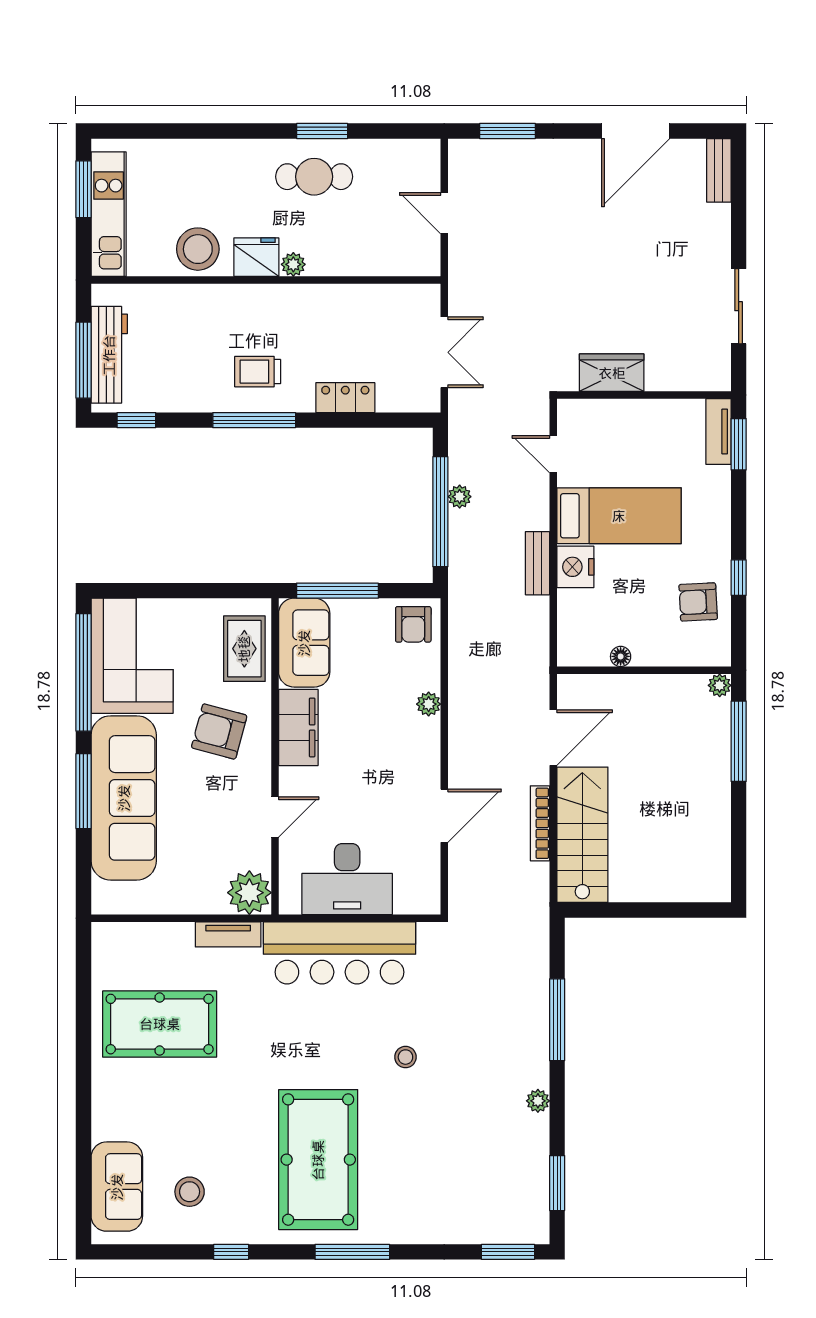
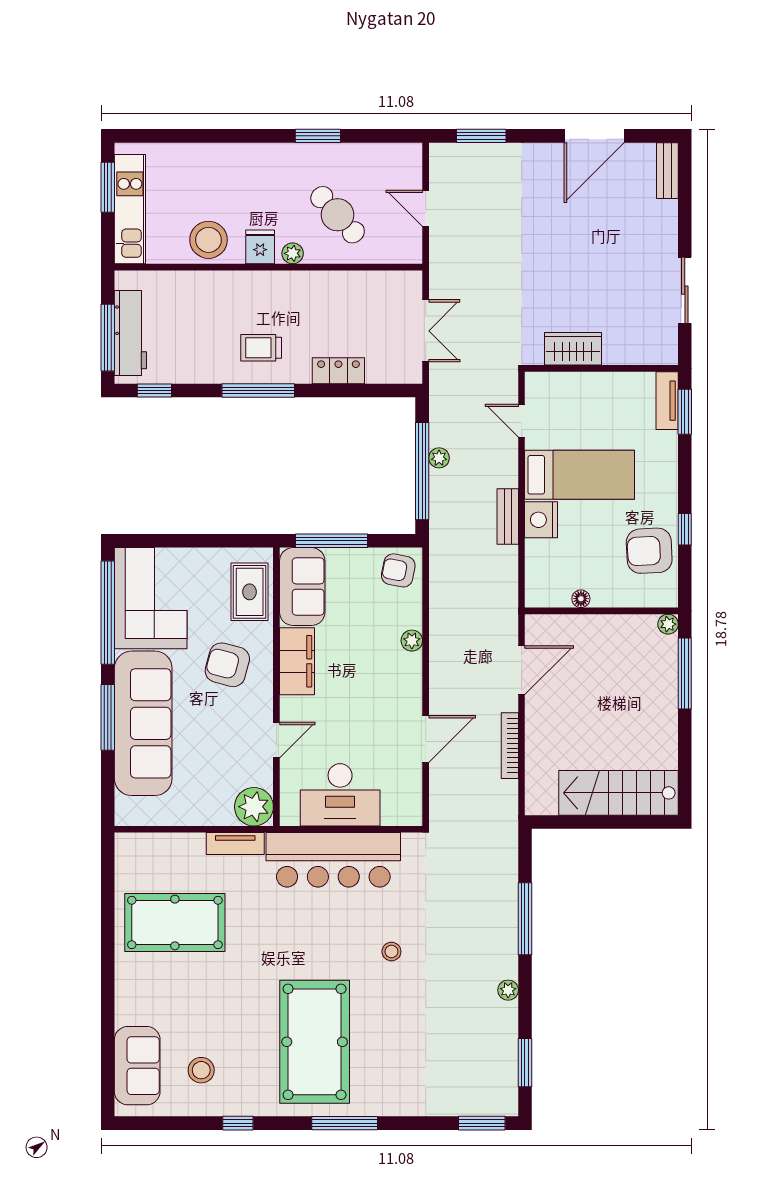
cafe table: (314, 177) -> (338, 215), moved, turned 48
fridge: (256, 257) -> (260, 247), width x0.72
armchair: (698, 602) -> (649, 551), width x1.38, depth x1.38
armchair: (413, 624) -> (398, 570), turned 101
stairs: (582, 835) -> (619, 793), moved, turned -90

